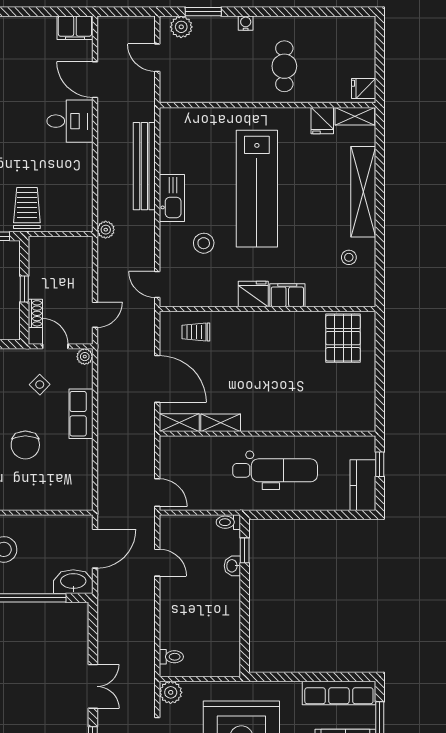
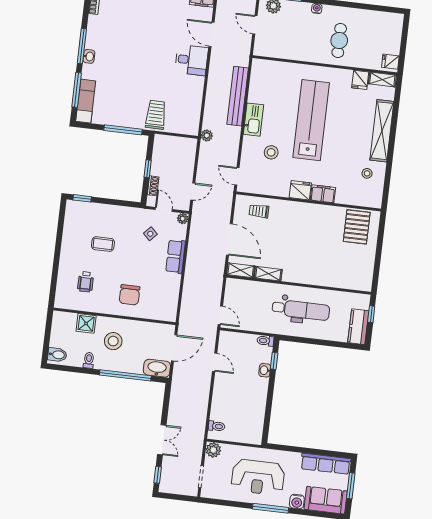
lab bench: (257, 189) -> (311, 120), turned 180
chair: (25, 445) -> (129, 295), moved

